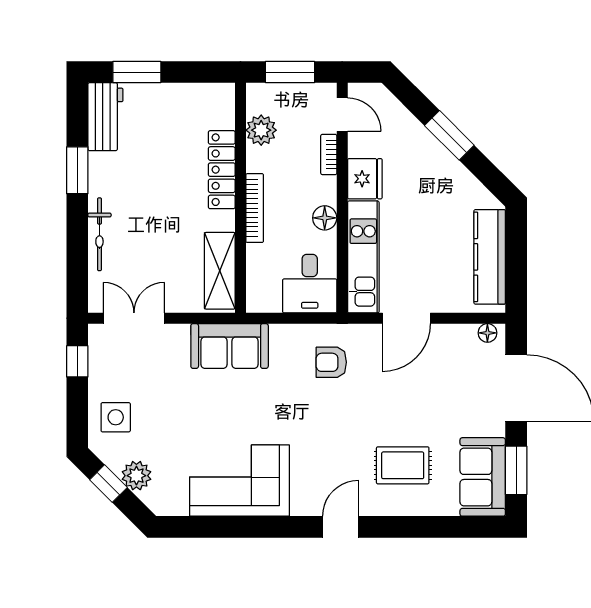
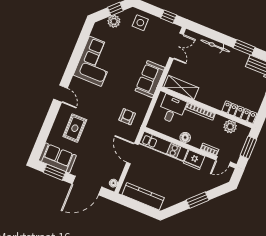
locker: (222, 170) -> (239, 112), moved
desk: (310, 284) -> (172, 109), moved, turned 90

